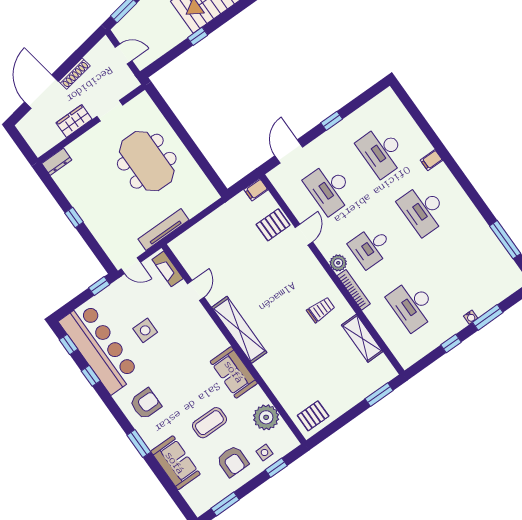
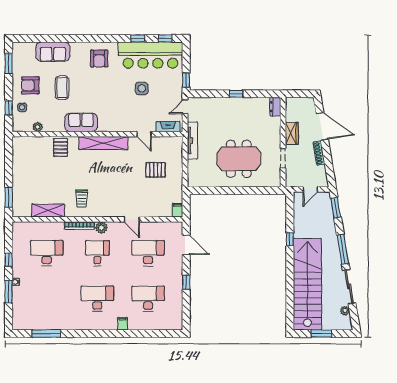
pallet: (273, 225) -> (156, 170), moved, turned 90
pallet: (313, 416) -> (61, 147), moved
plant: (266, 417) -> (38, 127), width x0.53, depth x0.53
window: (139, 444) -> (79, 38), removed

